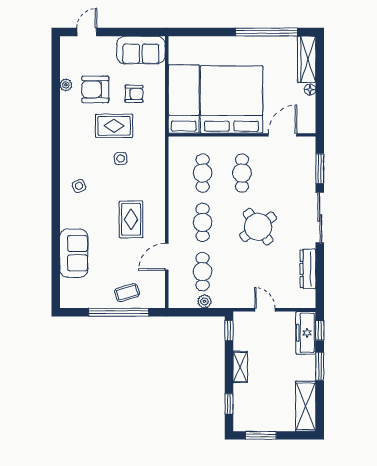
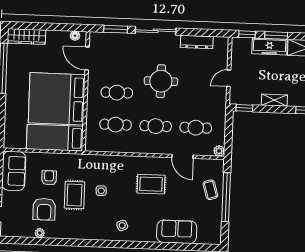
floor lamp: (310, 90) -> (75, 36), moved
round table: (258, 227) -> (161, 81), turned 36
plant: (204, 301) -> (219, 151), moved
freezer: (306, 333) -> (269, 47), moved

